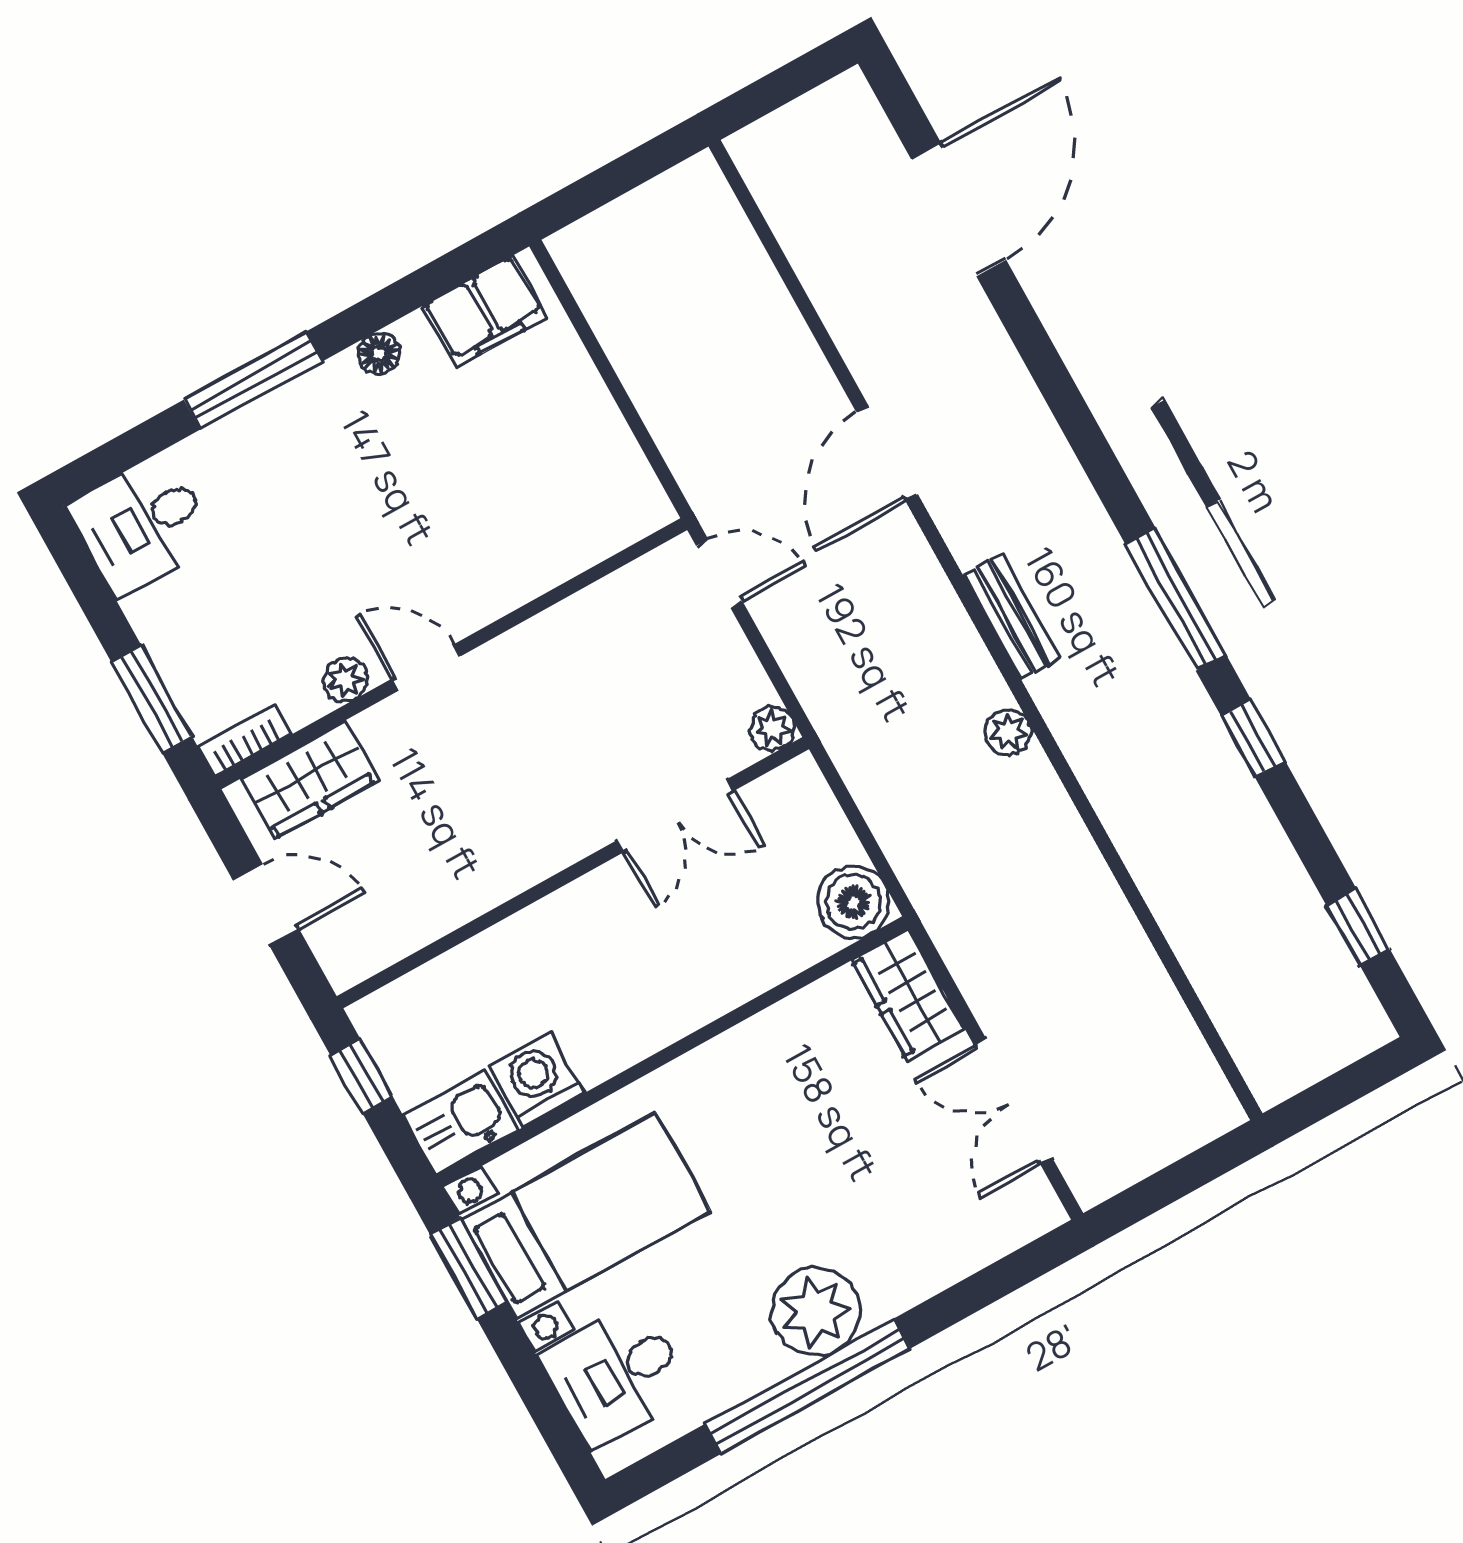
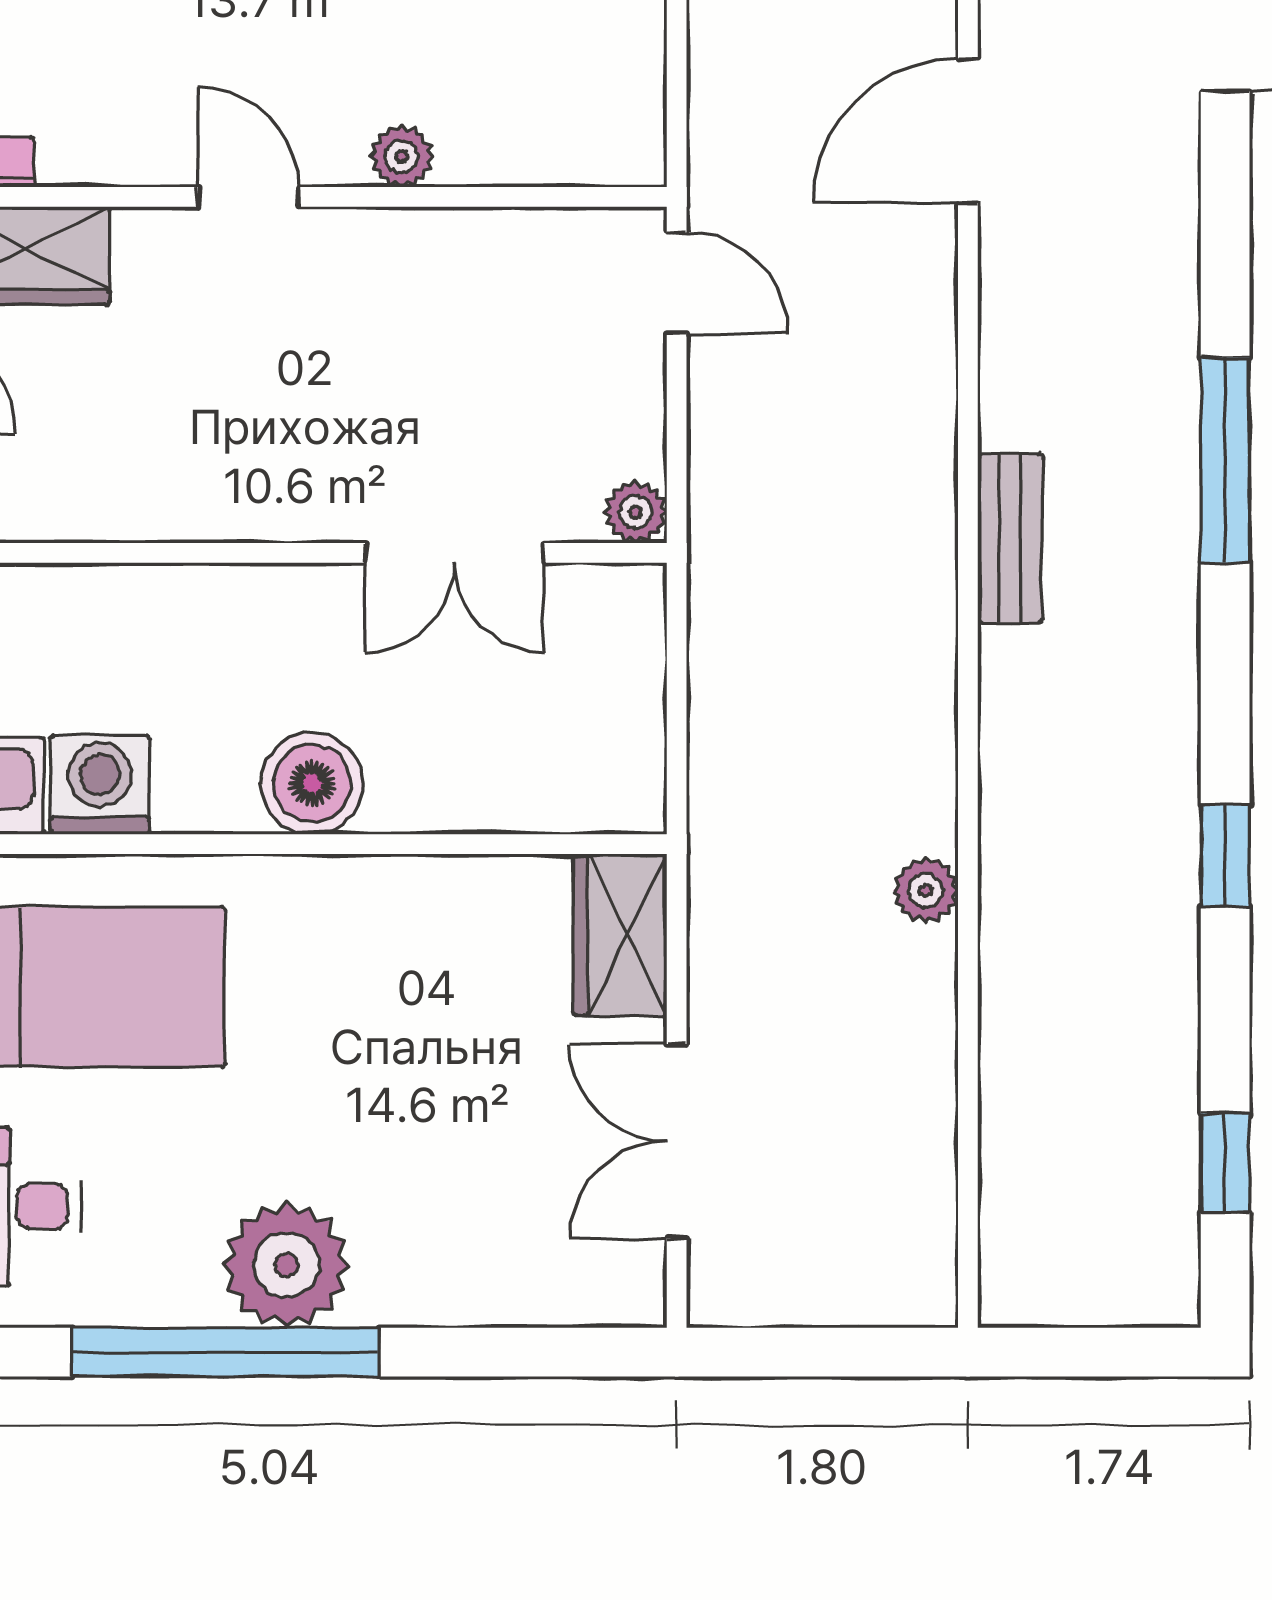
door: (887, 453) -> (968, 131), moved
window: (1176, 599) -> (1225, 460), moved
plant: (345, 680) -> (402, 156), moved
plant: (1008, 732) -> (926, 890), moved
boiler: (853, 902) -> (312, 783), moved

